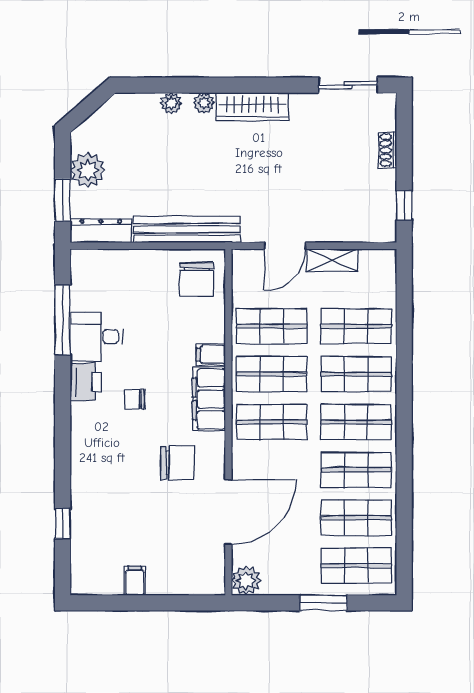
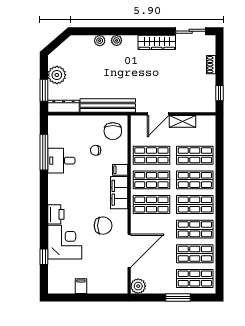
wardrobe: (252, 107) -> (157, 42), moved
printer: (86, 382) -> (56, 214), moved
chair: (135, 399) -> (96, 150), moved
corner desk: (103, 495) -> (65, 242), added

